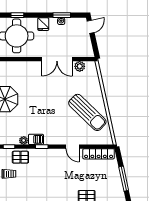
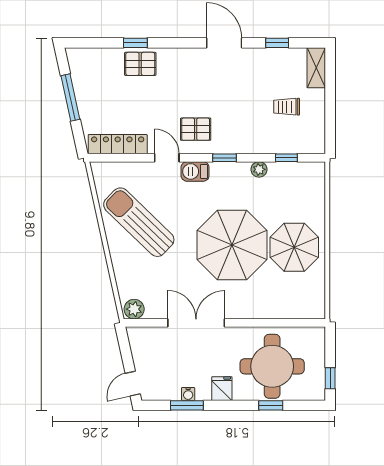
plant: (80, 66) -> (134, 309), moved
parasol: (38, 100) -> (232, 245), added
barbecue: (36, 139) -> (195, 171), moved
pallet: (20, 157) -> (196, 129), moved

